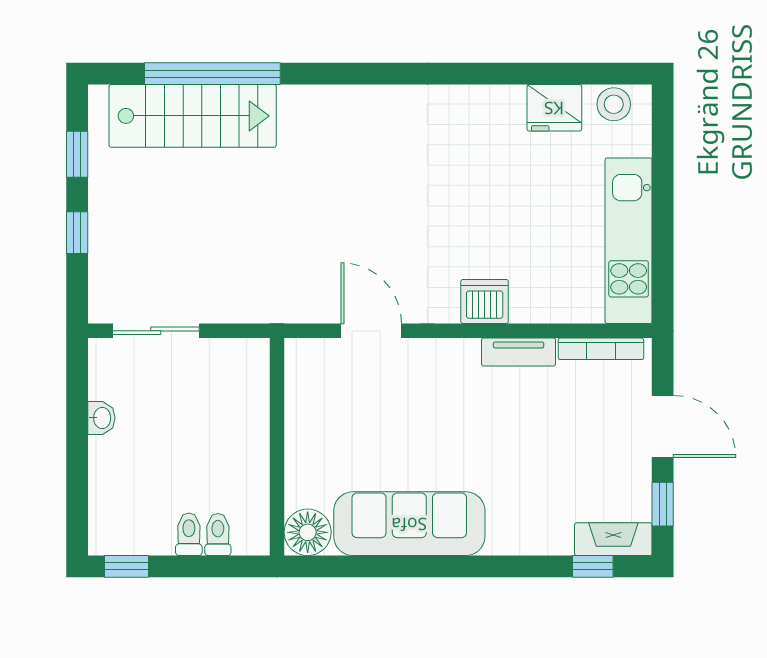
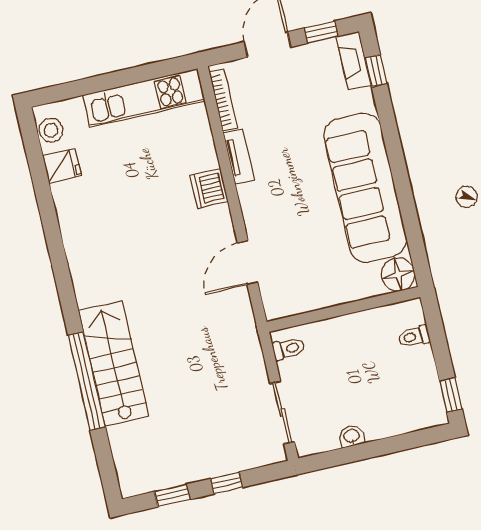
window: (212, 74) -> (87, 381), moved
fridge: (554, 108) -> (62, 166), width x0.72
stairs: (193, 116) -> (113, 363), moved
sofa: (409, 524) -> (365, 188), width x1.36, depth x1.27
toilet: (189, 534) -> (288, 349), moved, turned 180

